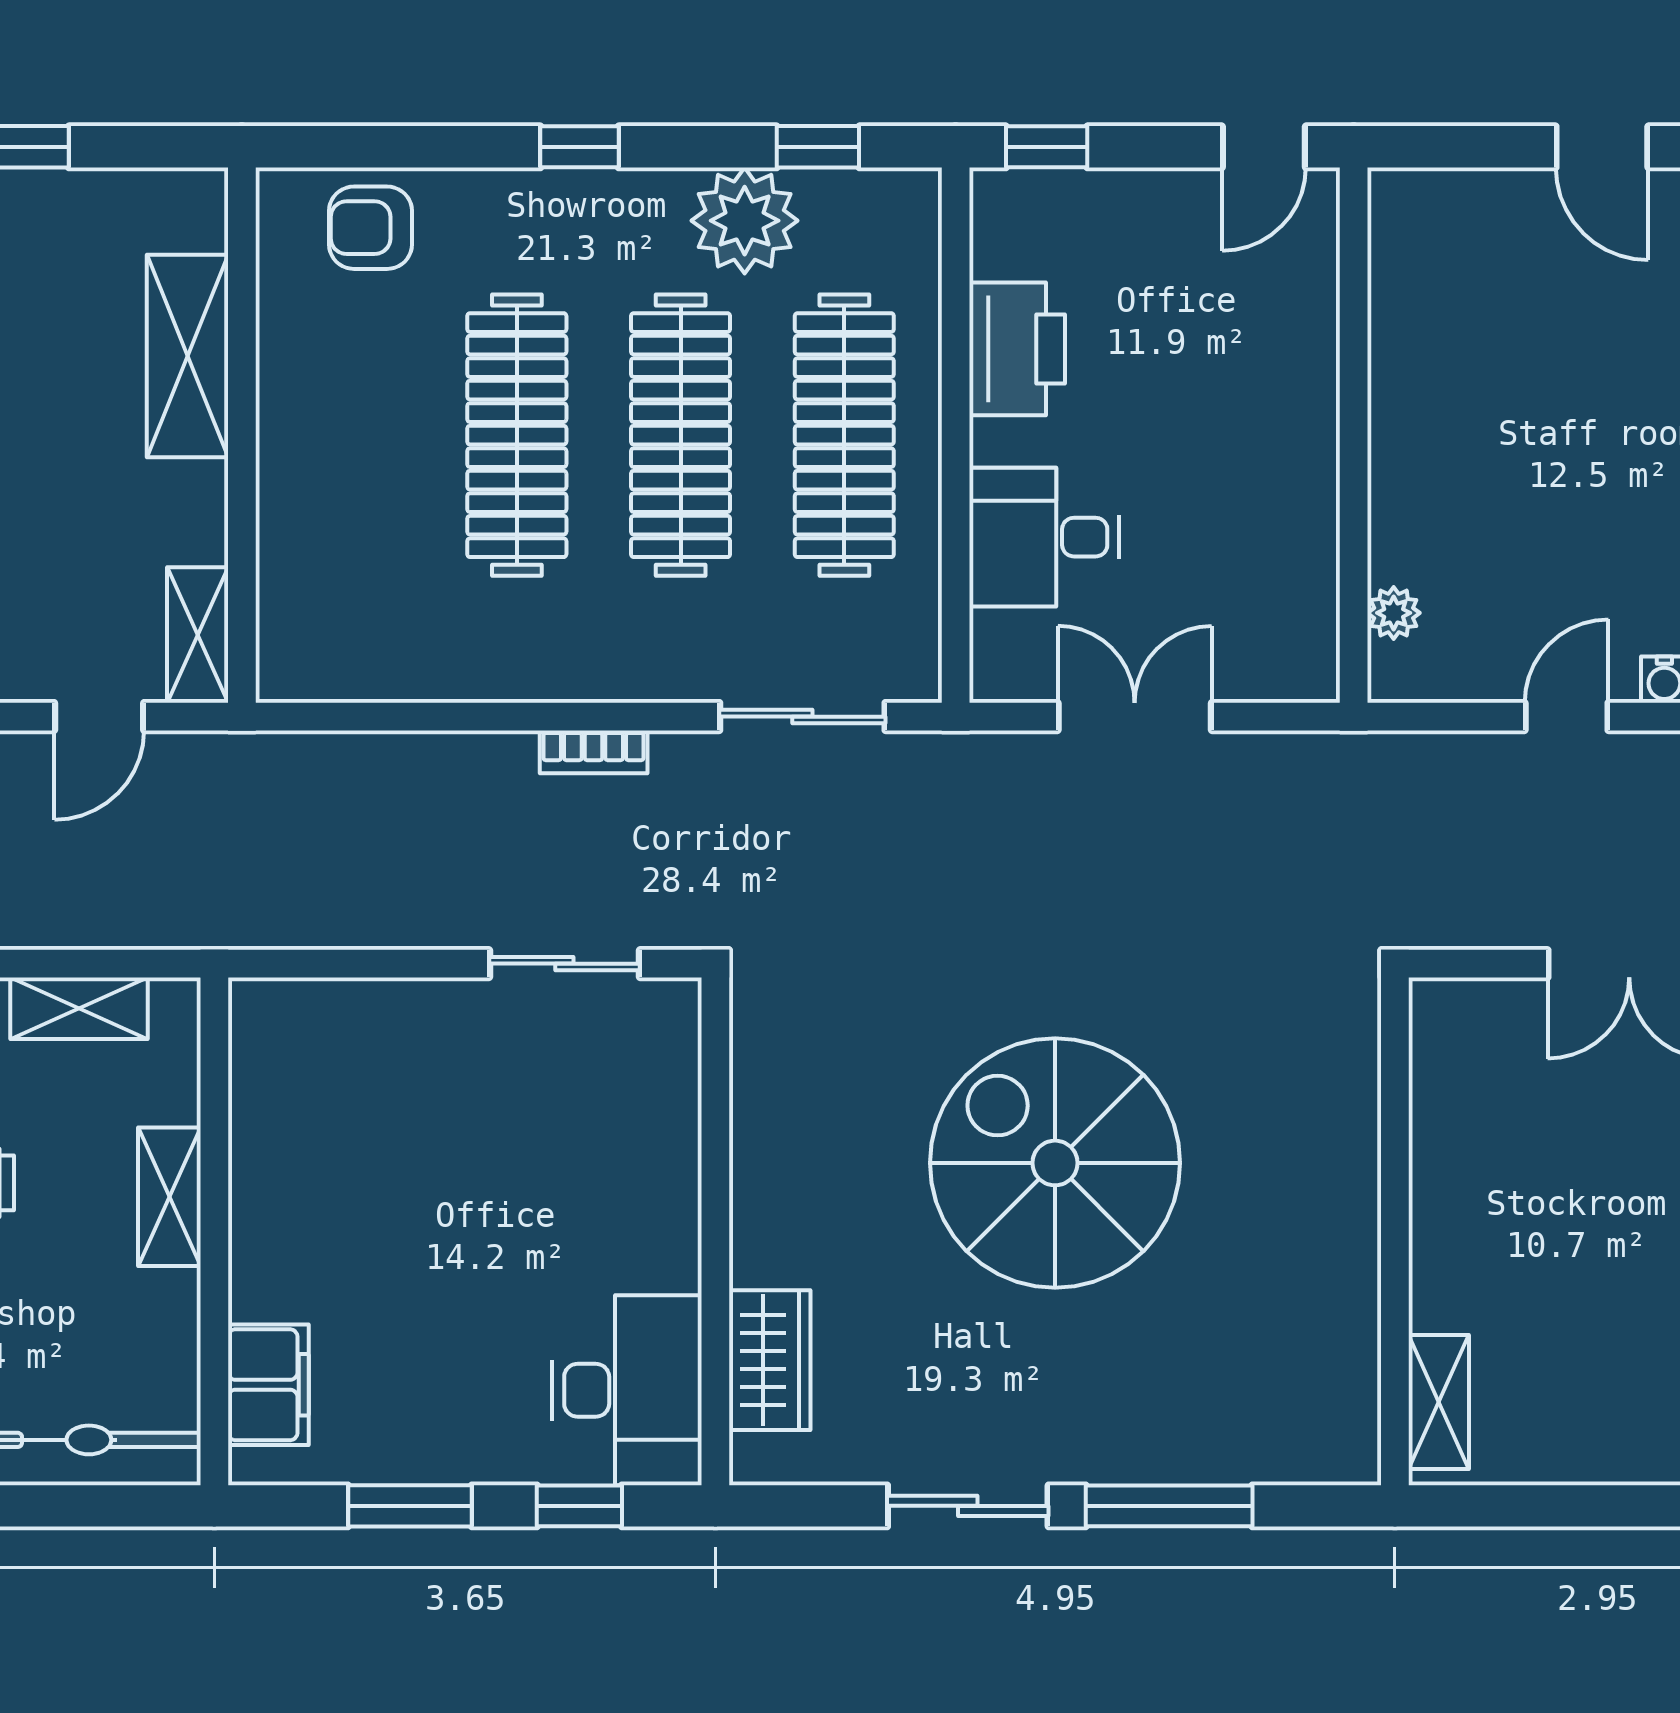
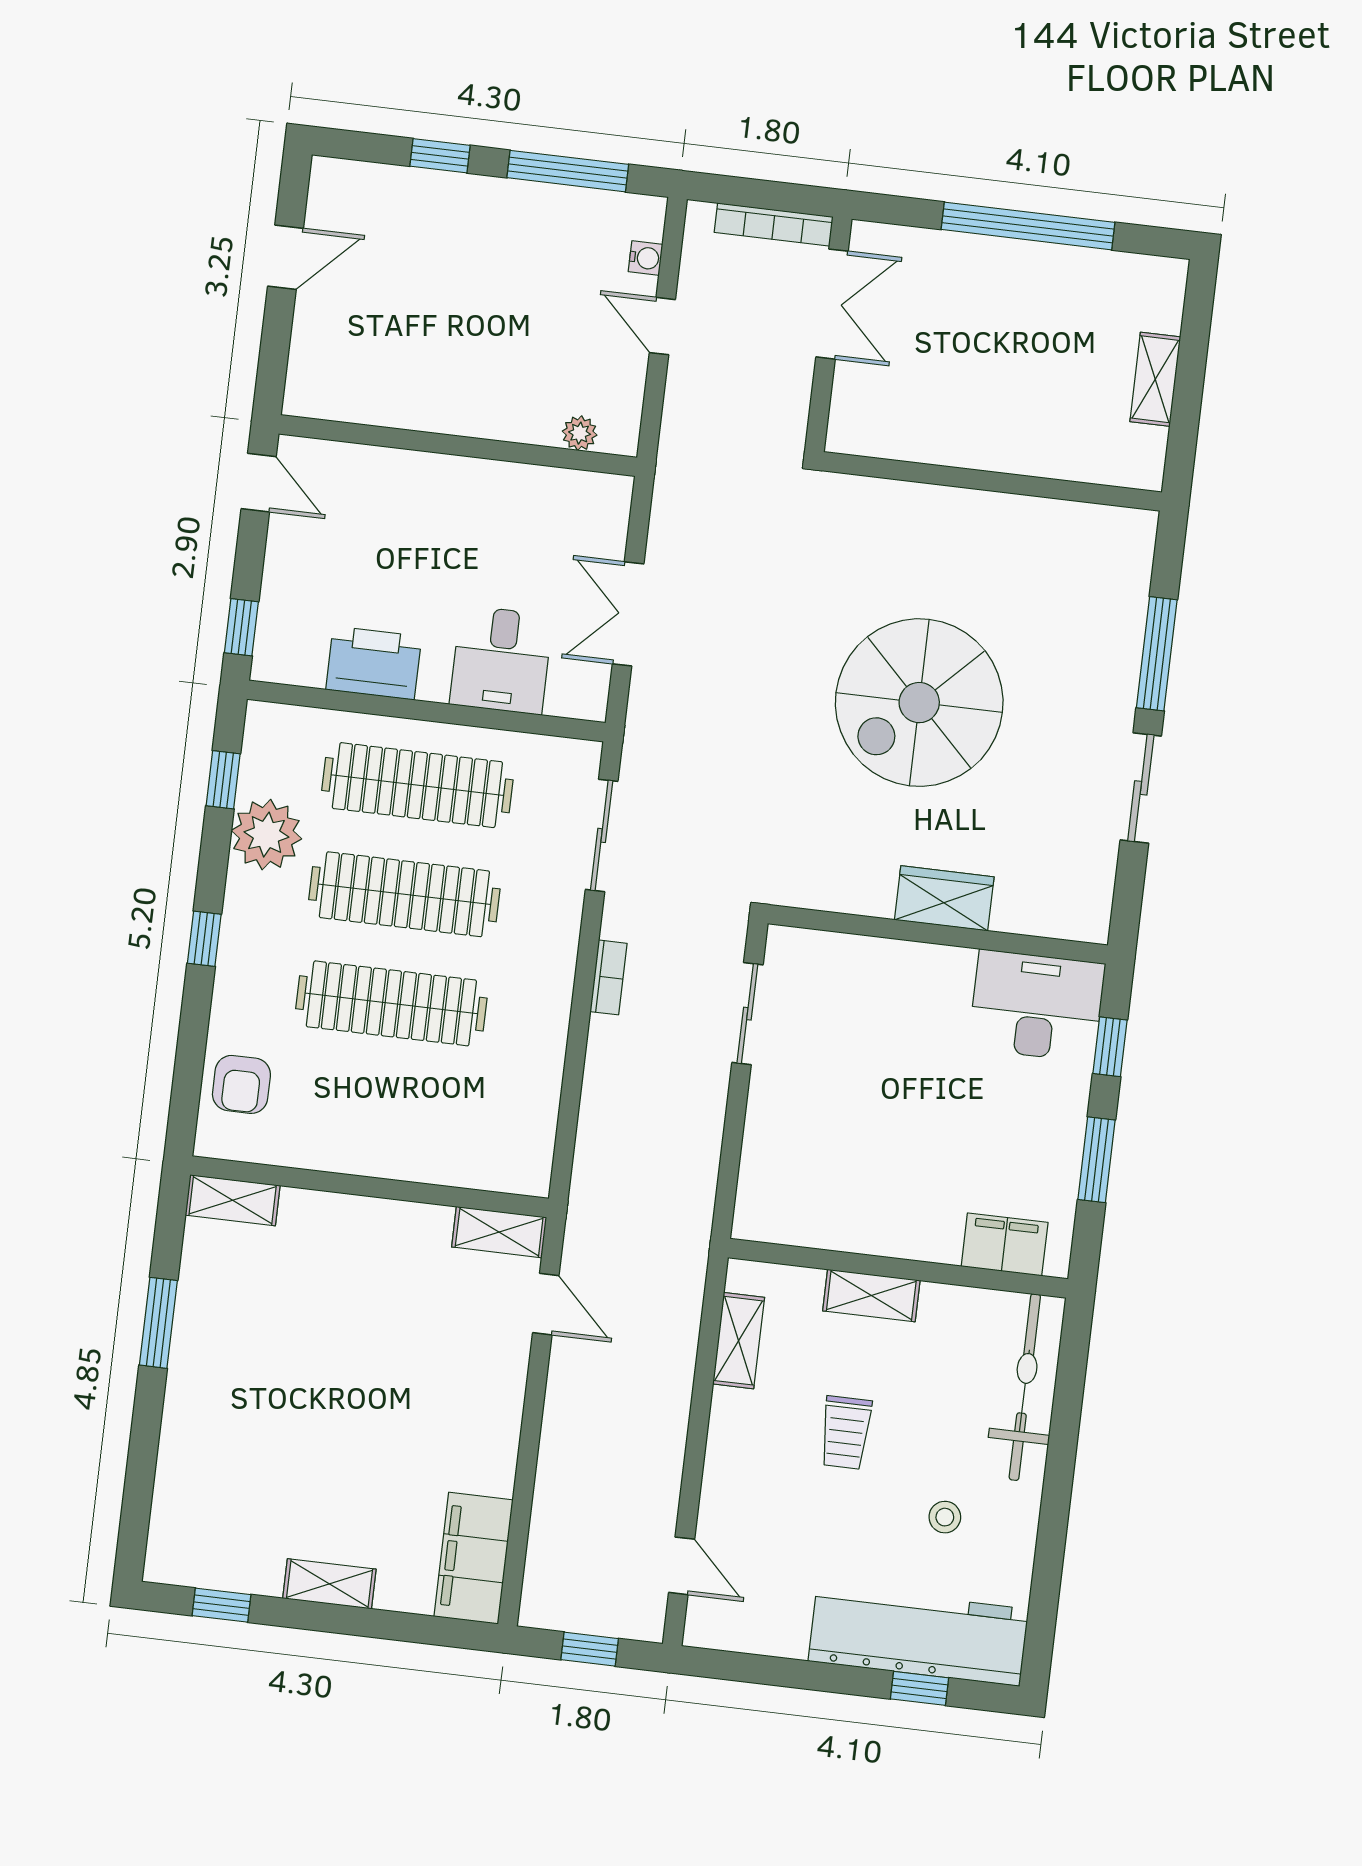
shelving: (187, 356) -> (233, 1200), moved, width x0.67, depth x0.75
wardrobe: (770, 1360) -> (944, 898), moved
shelving: (1439, 1402) -> (1155, 379), moved, turned 90

